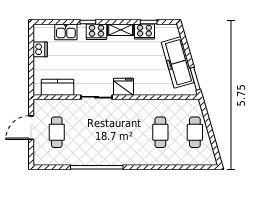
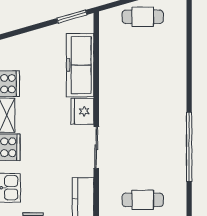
freezer: (178, 62) -> (80, 65), moved, turned 106
cafe table: (160, 132) -> (143, 63), removed

